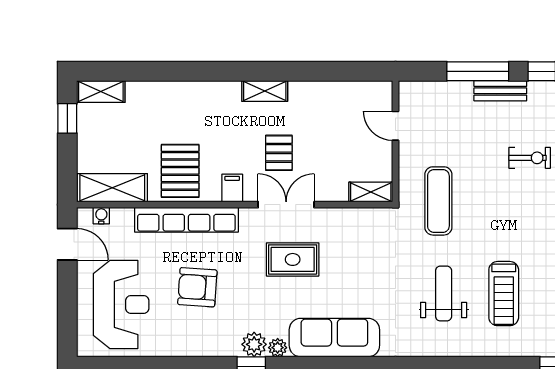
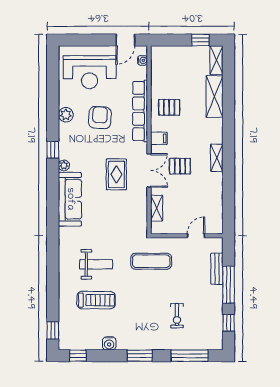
bench: (500, 91) -> (217, 269), moved
pallet: (180, 171) -> (169, 107), width x0.67, depth x0.71
shelving: (112, 188) -> (215, 97), moved
shelving: (371, 192) -> (157, 208), moved
treadmill: (504, 294) -> (96, 300), turned 180
plant: (254, 344) -> (66, 115), moved

